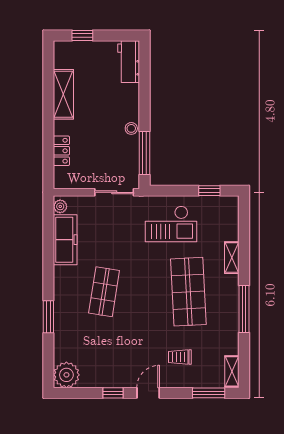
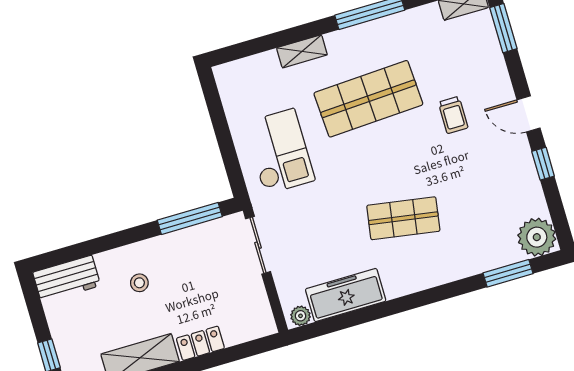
stool: (131, 128) -> (139, 283), moved
locker: (61, 151) -> (200, 343), moved
window: (209, 191) -> (216, 111), removed
window: (48, 317) -> (508, 273), moved
trolley: (180, 357) -> (453, 115), moved

